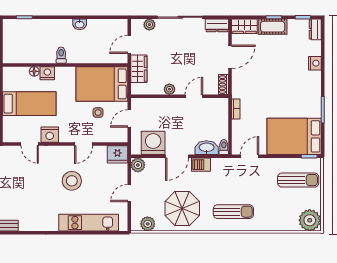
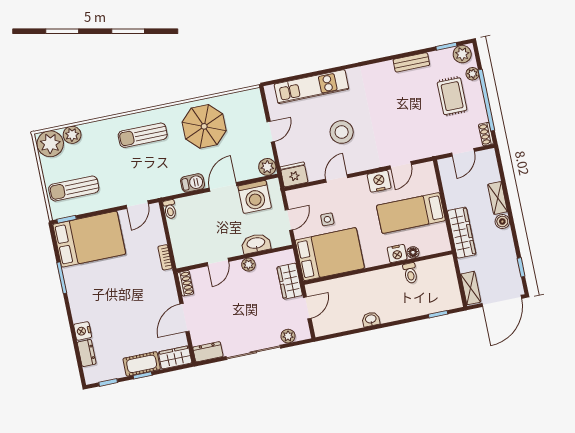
dresser: (315, 29) -> (87, 353), moved
toilet: (61, 55) -> (410, 273), moved
door: (30, 144) -> (401, 165), swing flipped
washbasin: (207, 148) -> (256, 243), moved, turned 180
plant: (148, 224) -> (72, 135), moved

